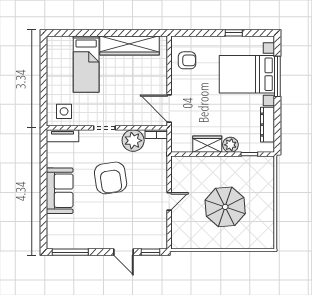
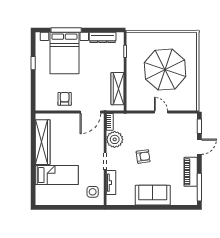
armchair: (187, 60) -> (65, 99), moved
tv unit: (62, 136) -> (111, 183), moved
wardrobe: (207, 144) -> (117, 89), width x1.50
plant: (230, 145) -> (118, 66), removed
armchair: (111, 178) -> (143, 157), width x0.53, depth x0.53
parasol: (225, 207) -> (165, 70), width x1.36, depth x1.36
piano: (90, 241) -> (191, 172), added

